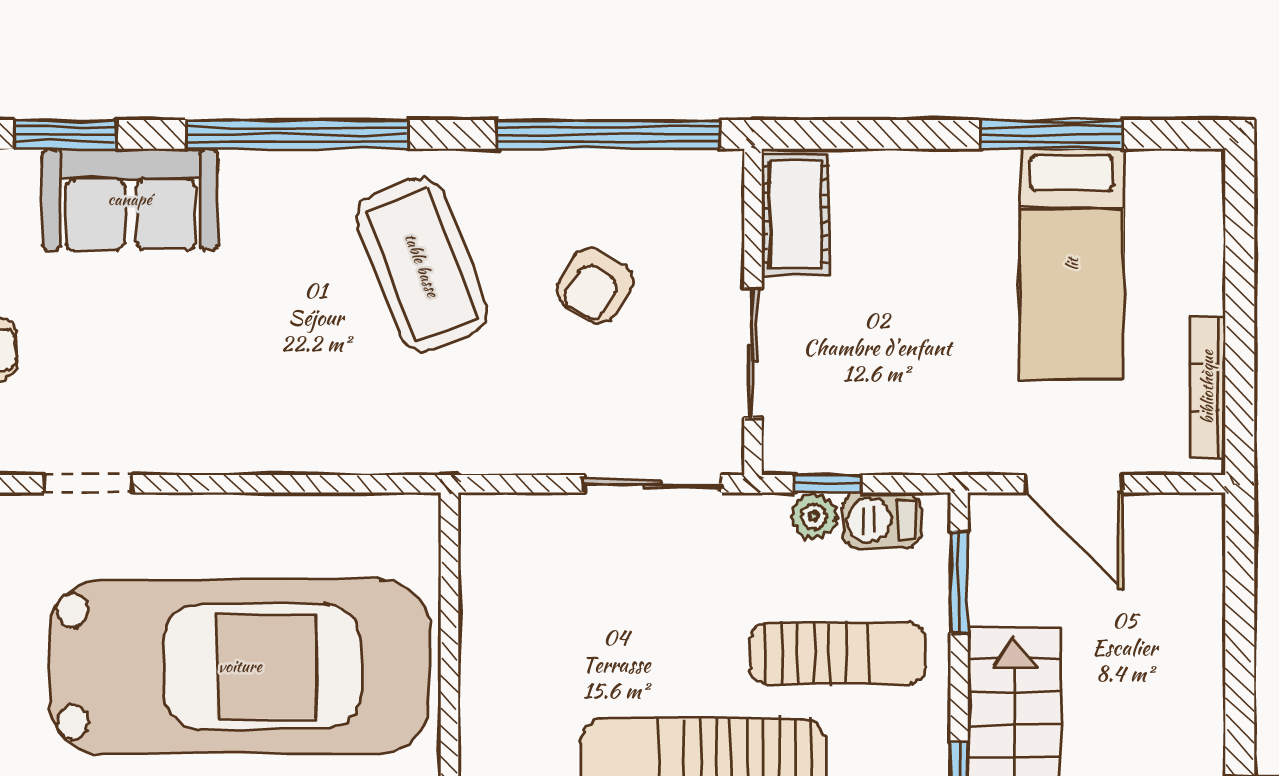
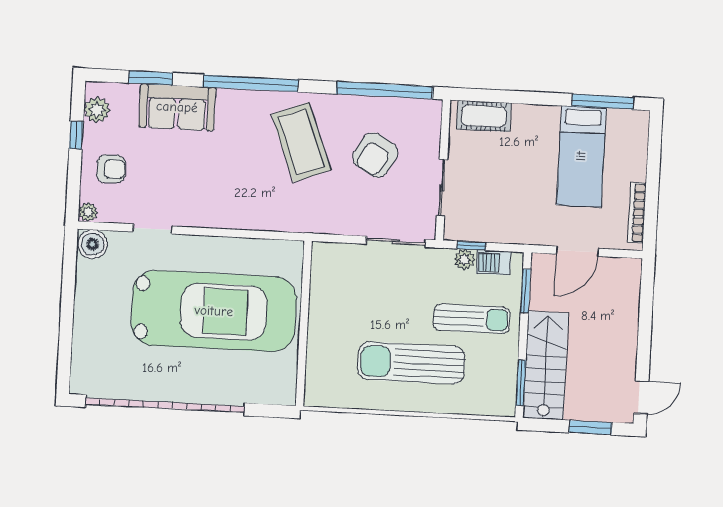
window: (1051, 134) -> (603, 102), moved
cot: (795, 215) -> (484, 116), moved, turned 90
armchair: (595, 285) -> (375, 155), width x1.38, depth x1.38
door: (1074, 484) -> (577, 251), hinge flipped

